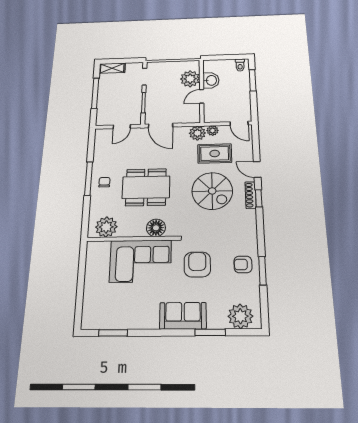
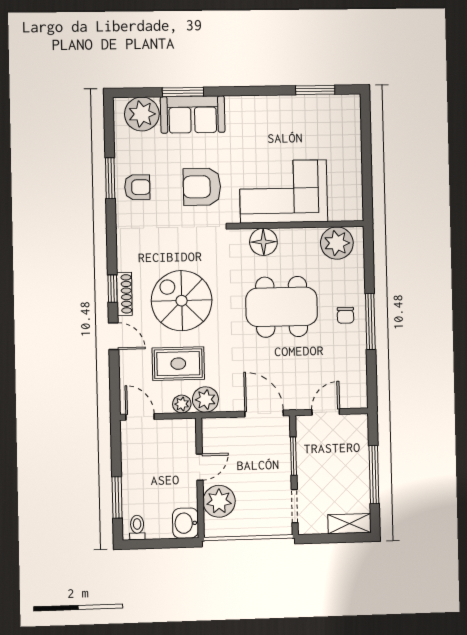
washbasin: (211, 80) -> (185, 523), moved
armchair: (197, 264) -> (202, 187), turned 90
sofa: (183, 316) -> (193, 115), moved

